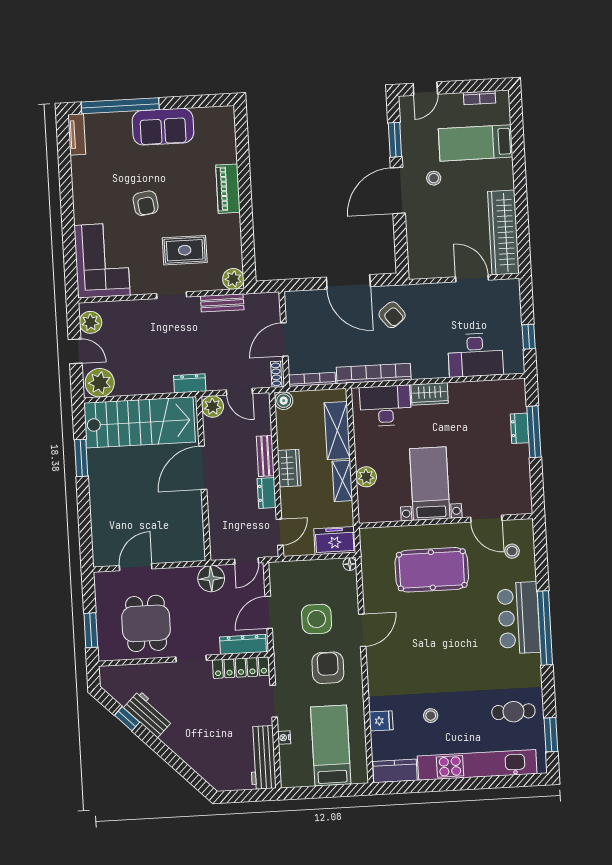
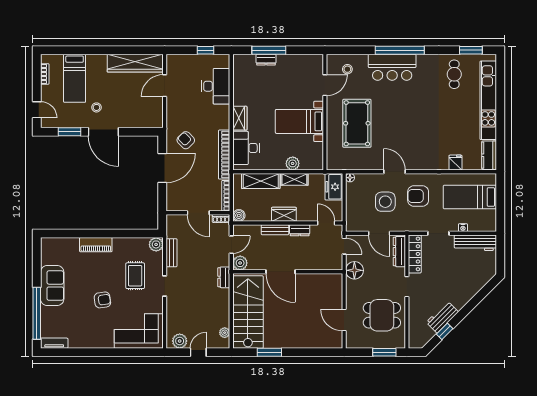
armchair: (392, 315) -> (186, 140), turned -96
plant: (100, 383) -> (225, 333), width x0.53, depth x0.53
stool: (431, 716) -> (454, 129), removed

